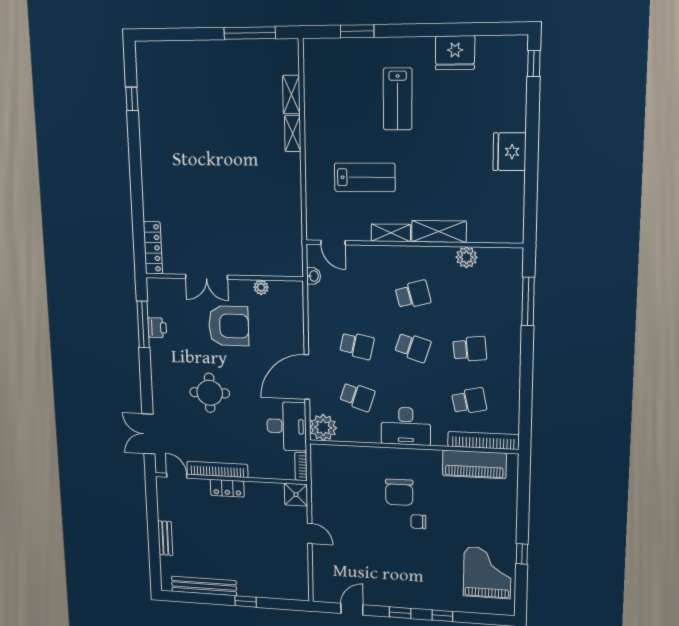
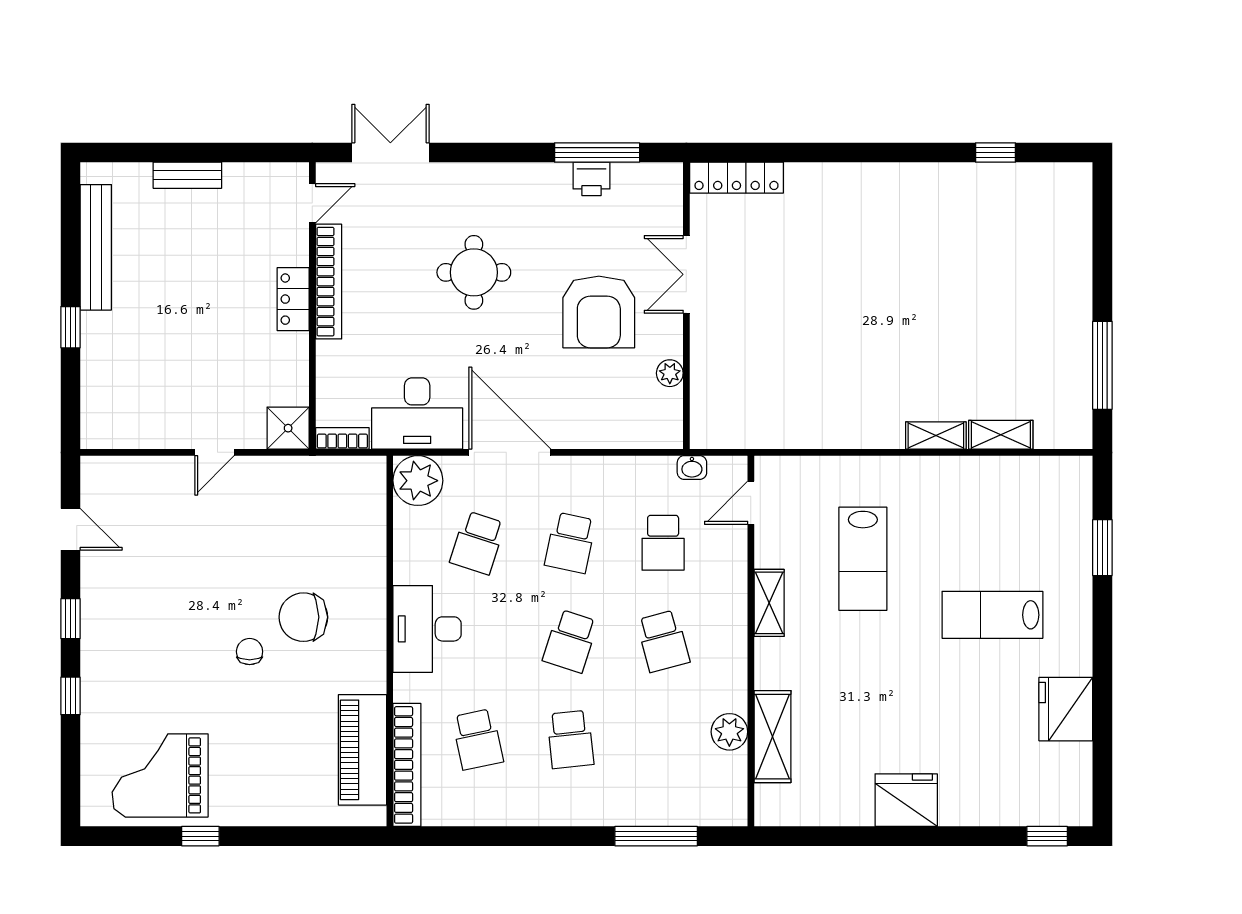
shelving: (439, 232) -> (772, 737), moved
school desk: (356, 293) -> (663, 543), added
grand piano: (487, 573) -> (160, 775), turned 180

